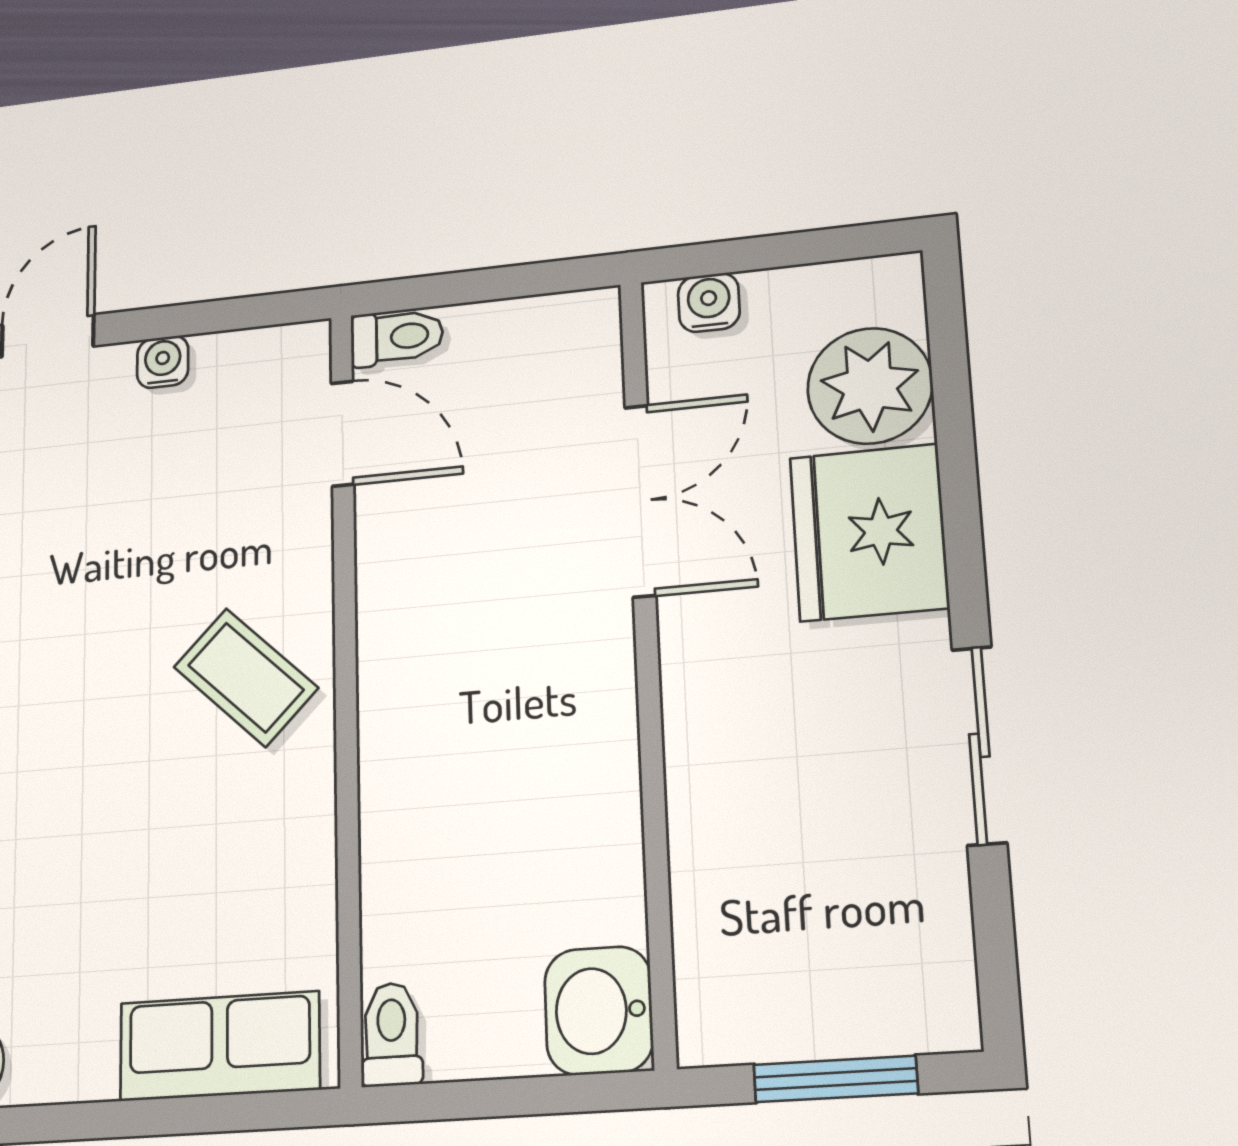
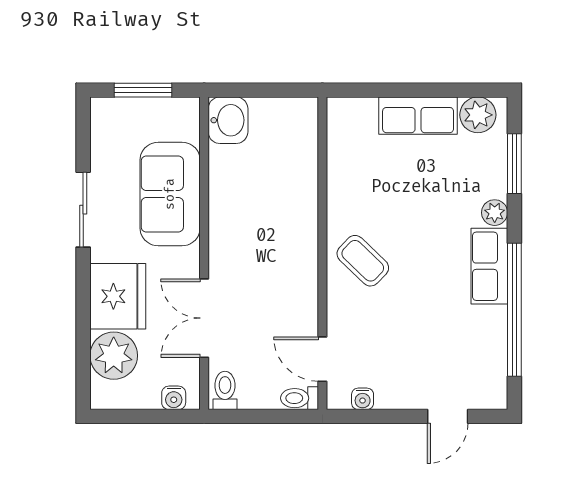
water cooler: (163, 362) -> (363, 399), moved
sofa: (745, 805) -> (170, 194), added
toilet: (392, 1034) -> (225, 390), moved, turned 180
row of seats: (220, 1046) -> (418, 116), moved

